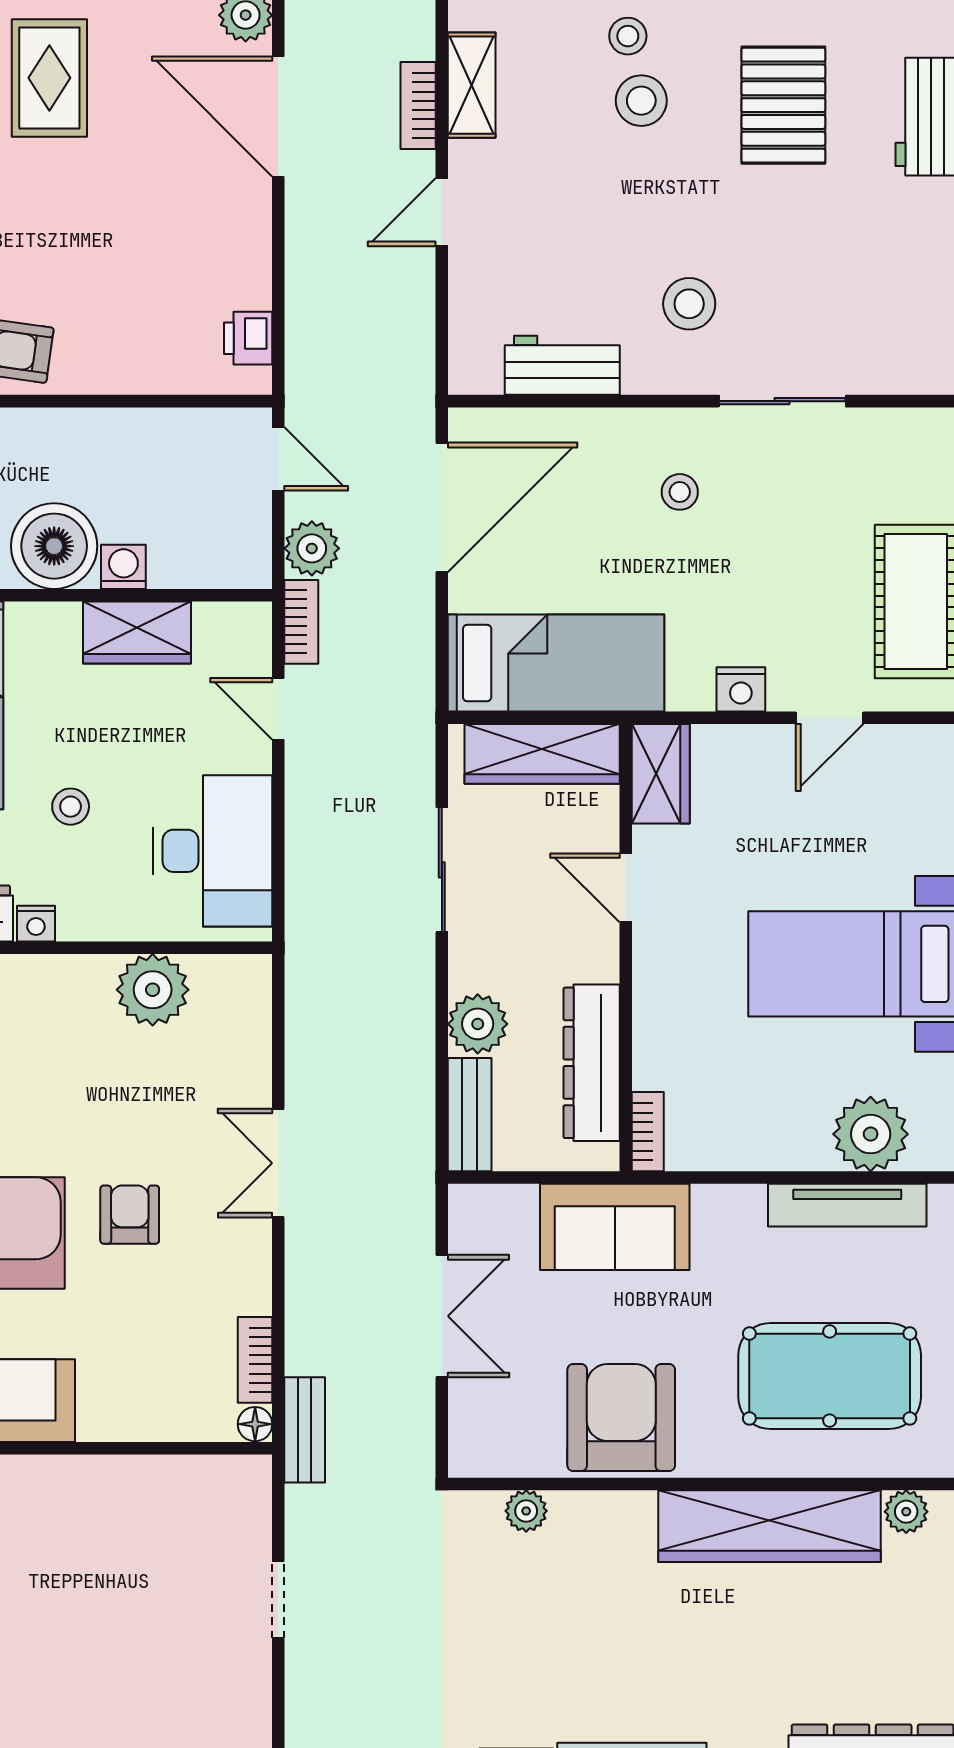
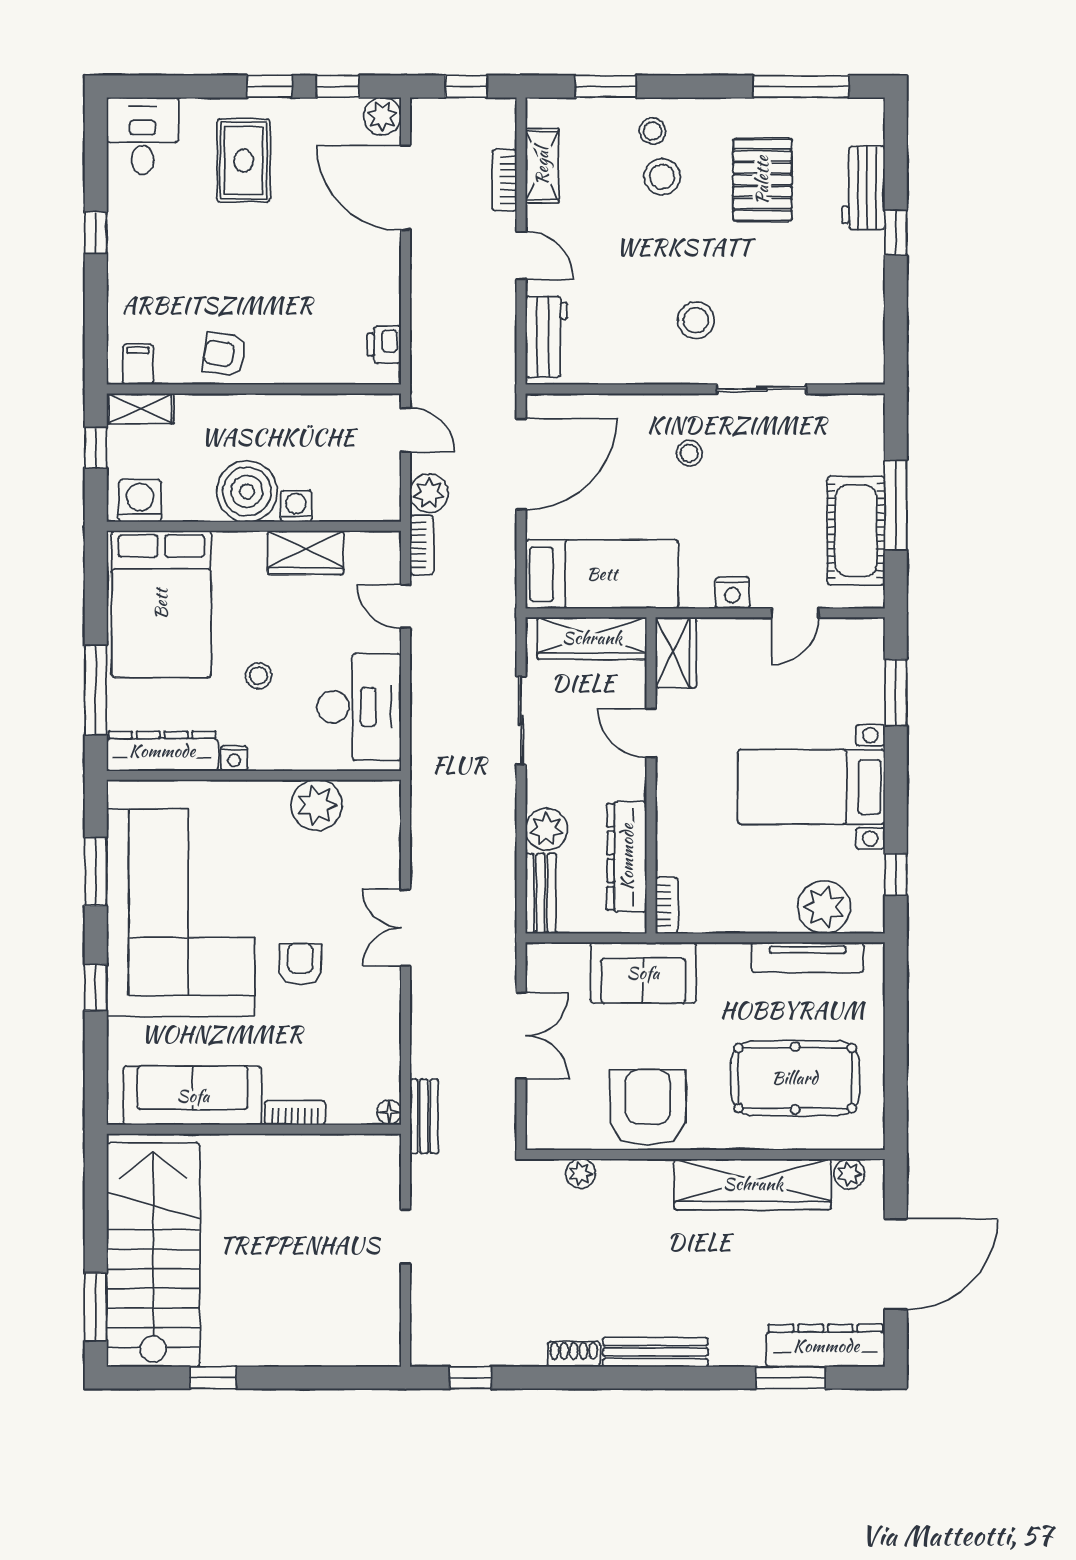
door: (442, 212) -> (521, 255), swing flipped
workbench: (562, 365) -> (546, 337), moved, turned 90
bookcase: (255, 1360) -> (295, 1113), moved, turned 90

